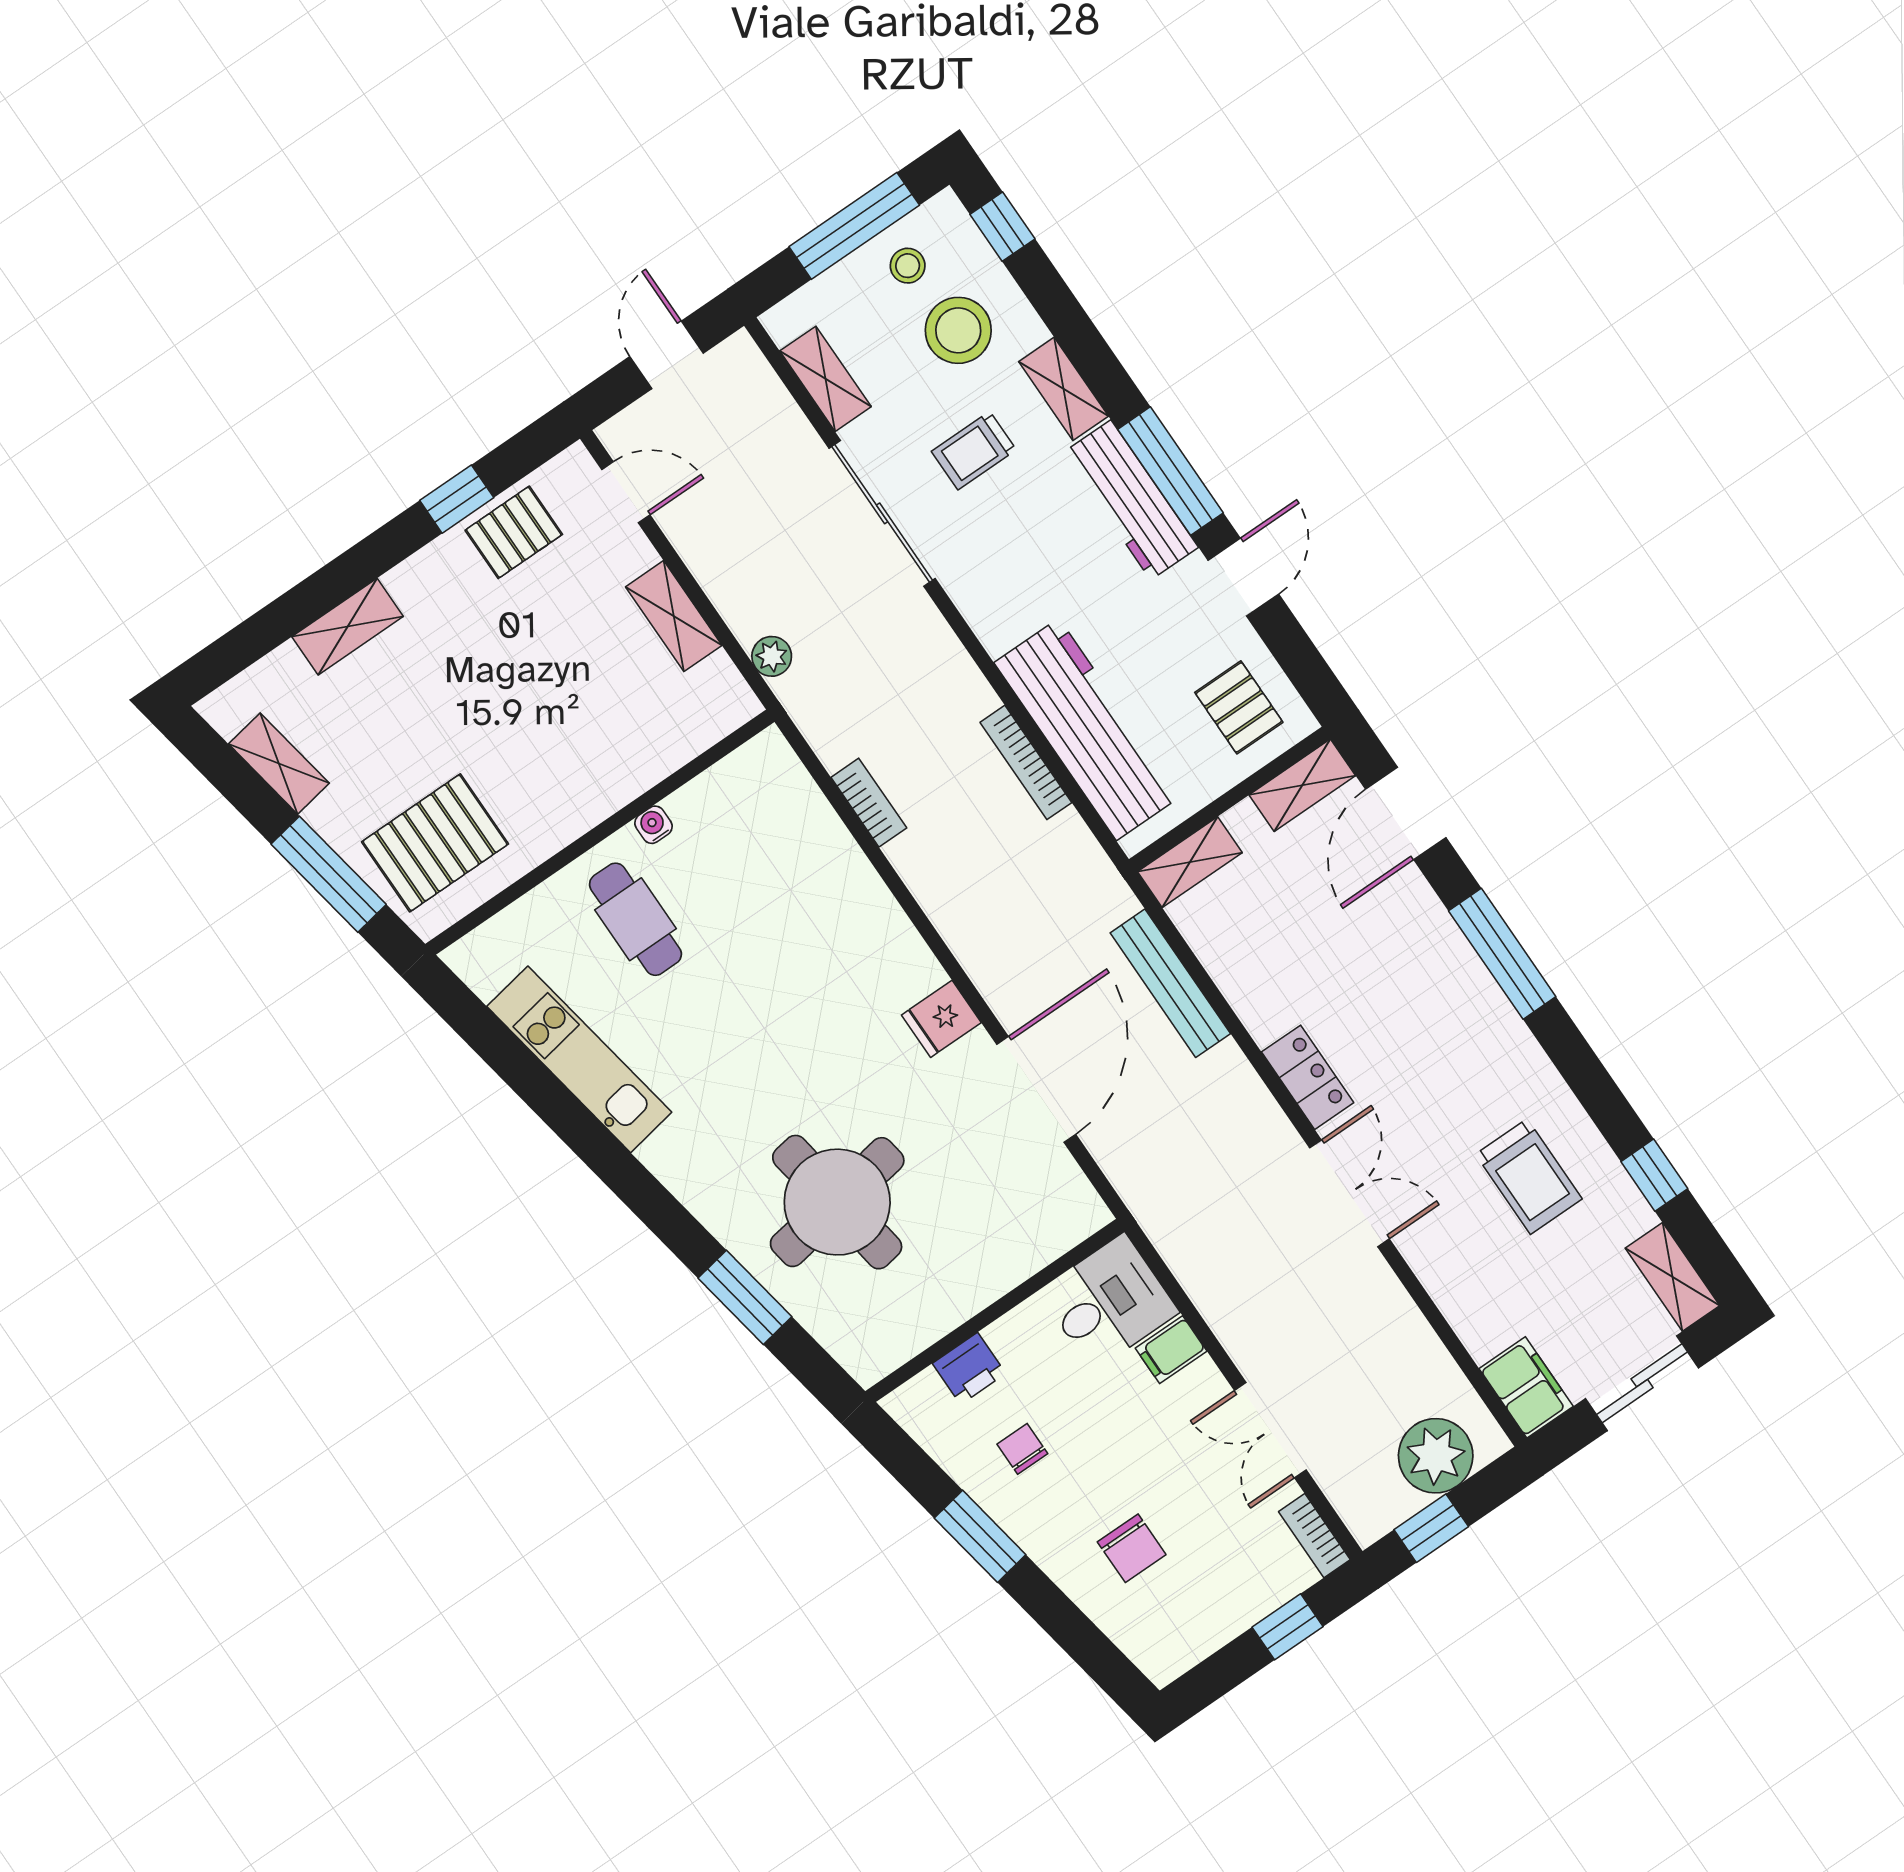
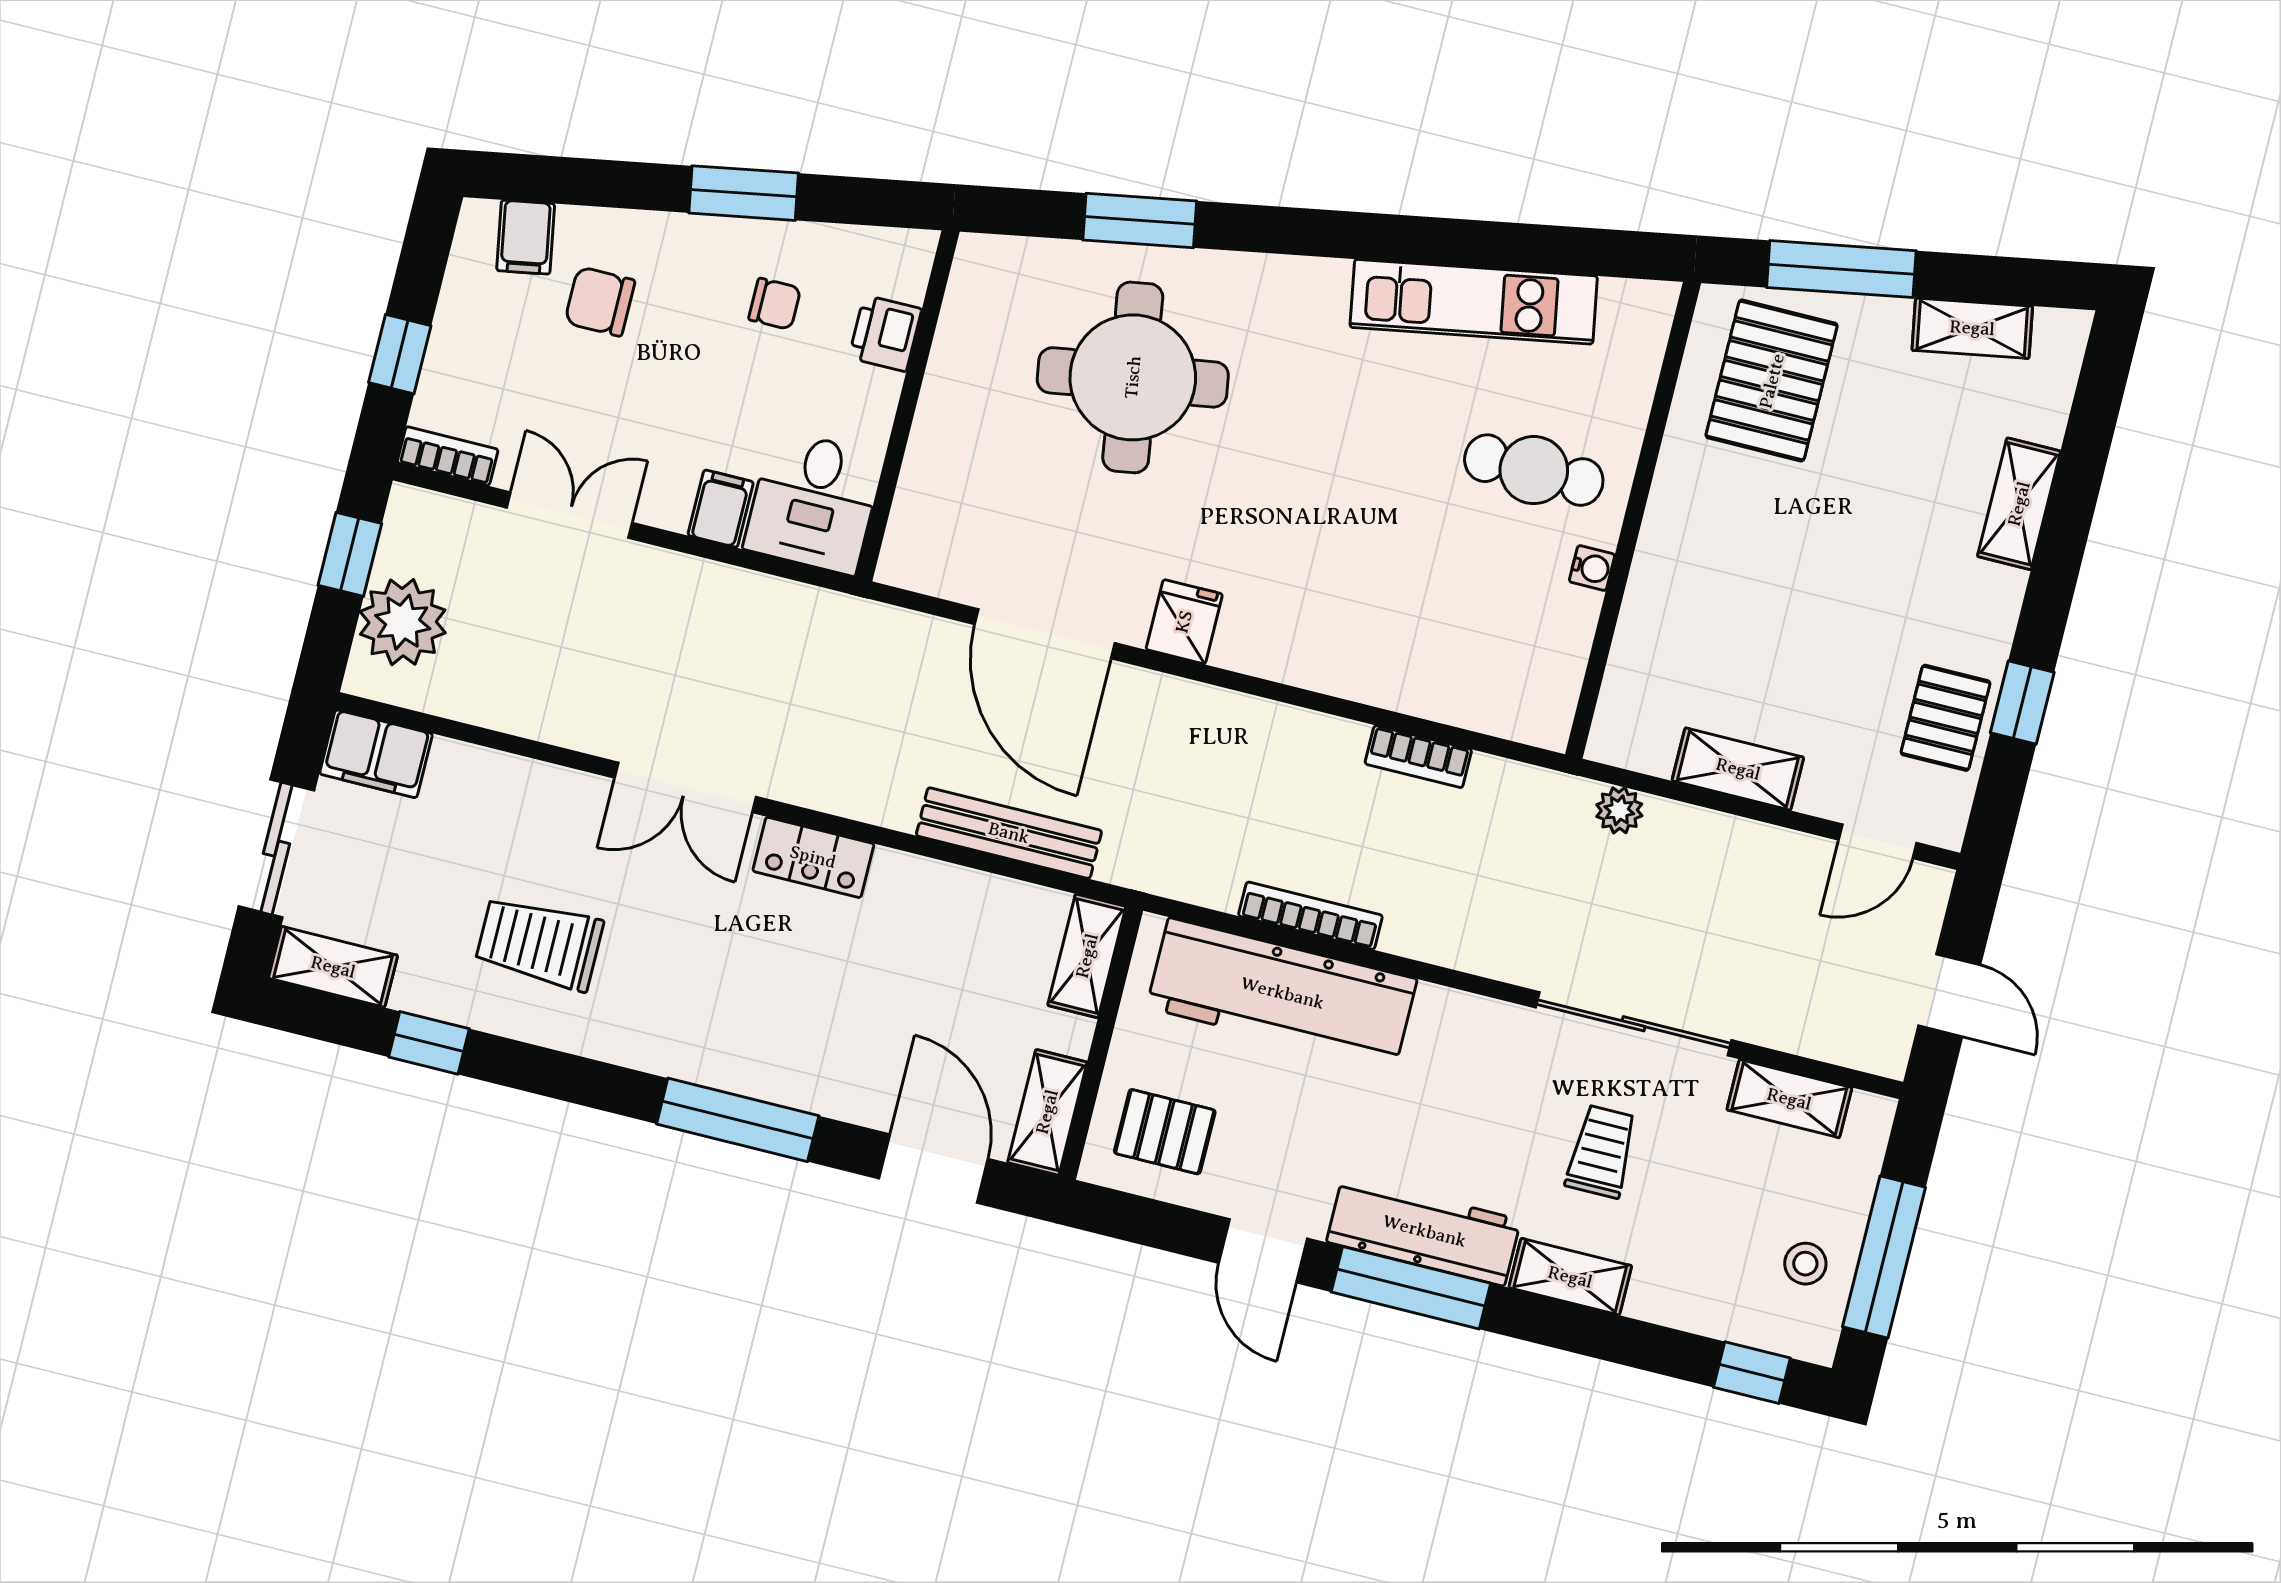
stool: (958, 330) -> (1710, 1246), removed
filing cabinet: (1143, 1630) -> (526, 237), added

